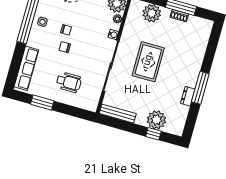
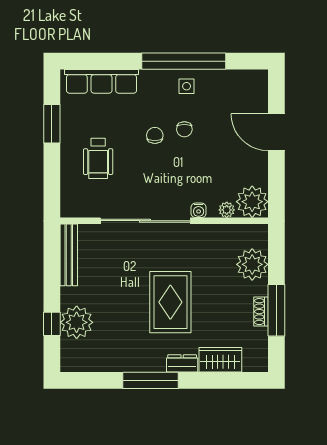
wardrobe: (200, 46) -> (220, 360), added
rug: (148, 62) -> (170, 302), moved, turned 90
dresser: (188, 96) -> (182, 363), moved

